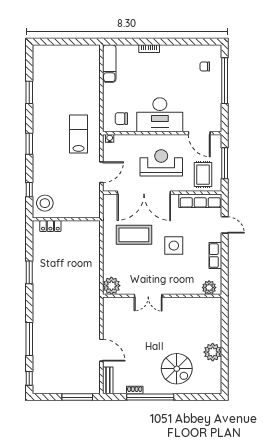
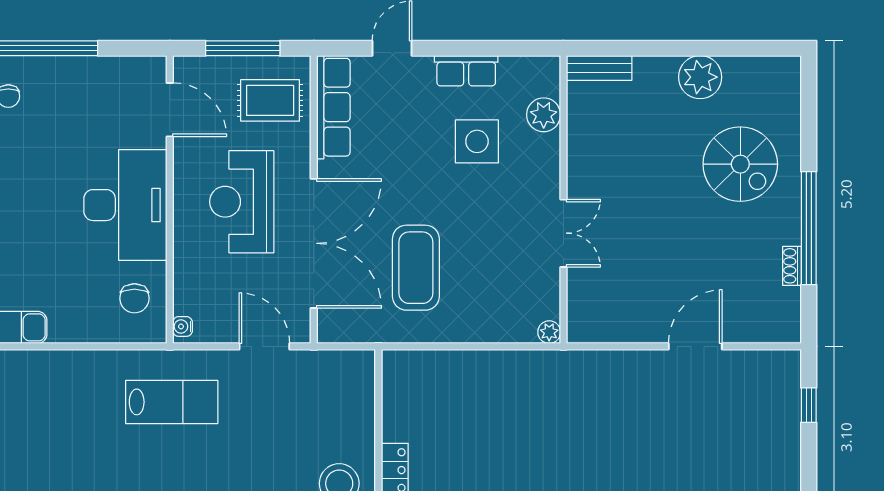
door: (199, 133) -> (170, 110), hinge flipped
lab bench: (79, 134) -> (172, 402), turned 180
side table: (174, 246) -> (477, 141), moved
plant: (111, 286) -> (549, 332), width x0.53, depth x0.53
plant: (209, 288) -> (544, 115), moved
spiral stairs: (177, 369) -> (740, 164), turned 90
bench: (108, 380) -> (599, 68), moved
window: (77, 397) -> (809, 405), width x0.46

